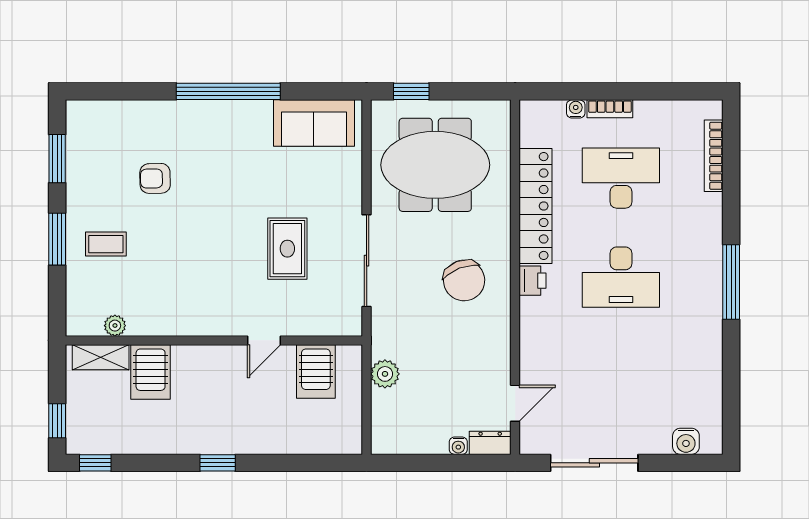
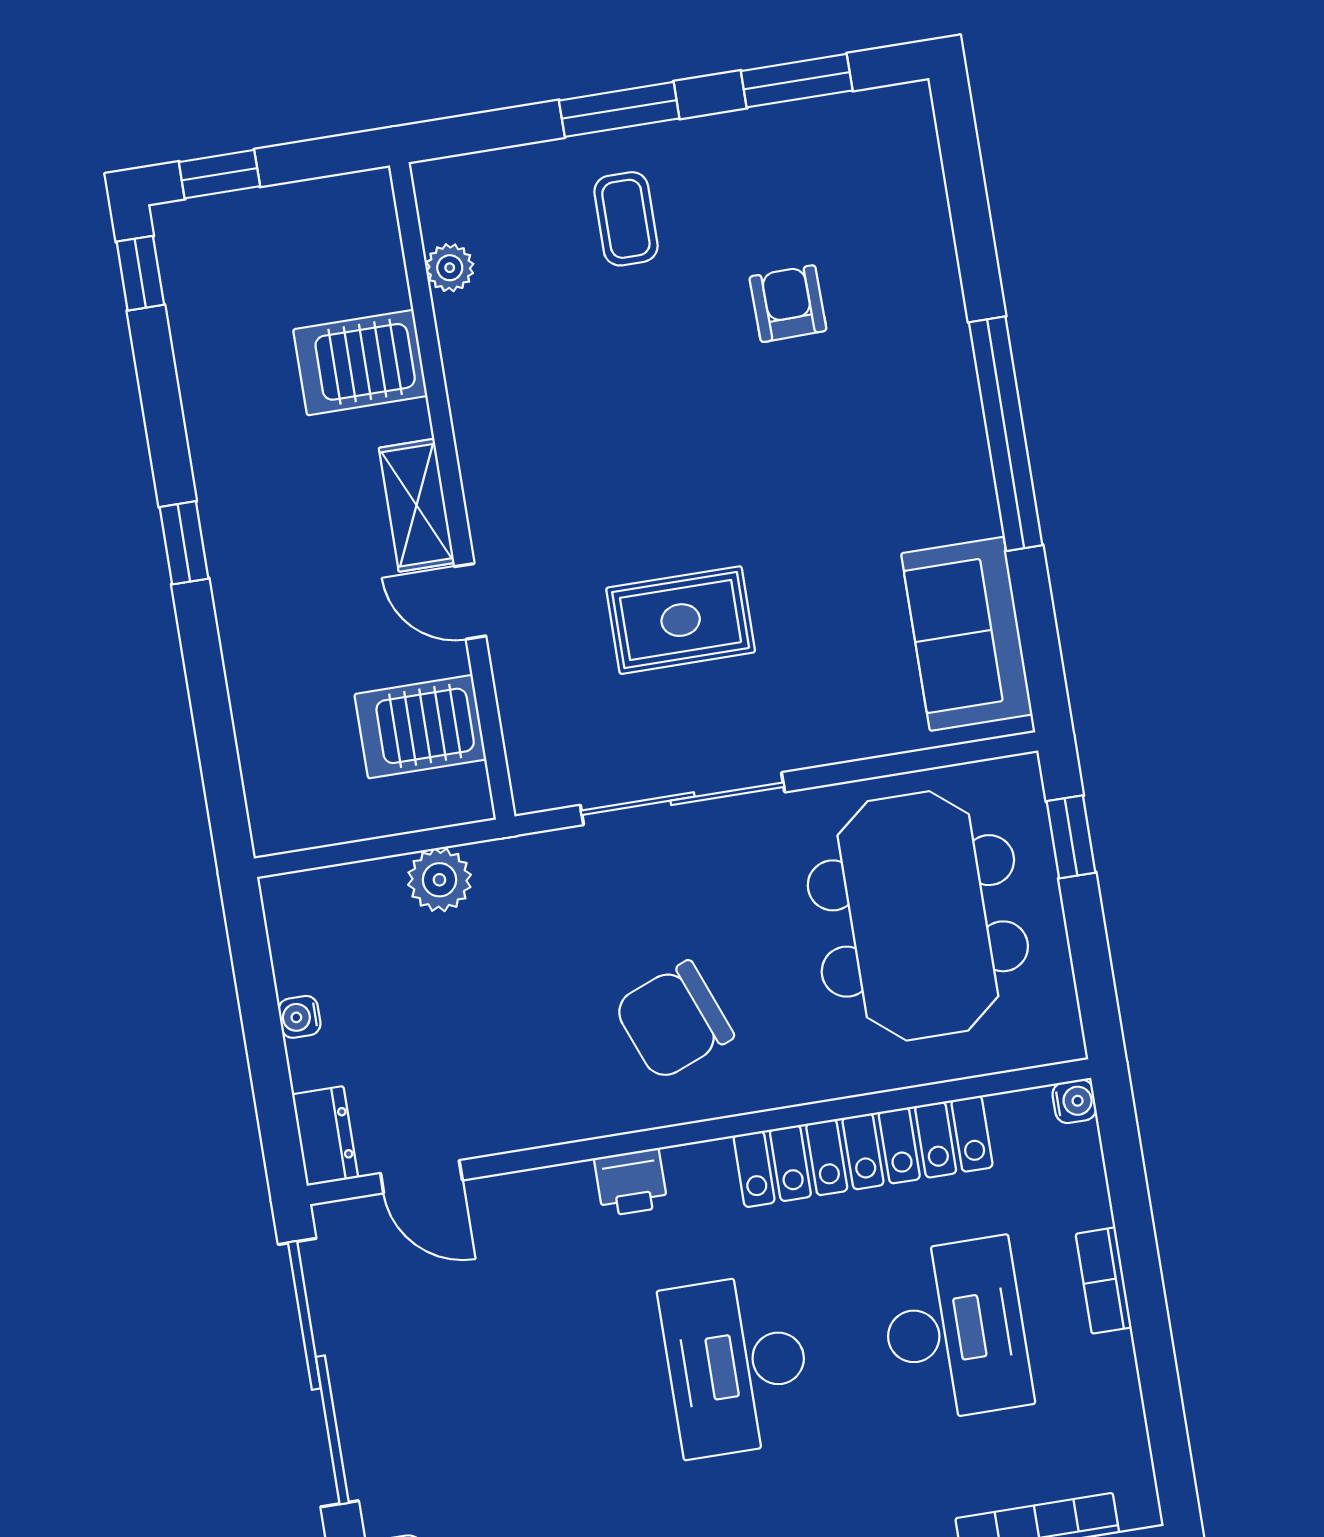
water cooler: (576, 109) -> (1074, 1101), moved
printer: (533, 281) -> (631, 1182), moved
shelving: (101, 357) -> (417, 505), moved
water cooler: (458, 446) -> (299, 1017), moved
sliding door: (594, 463) -> (318, 1373), width x1.36

